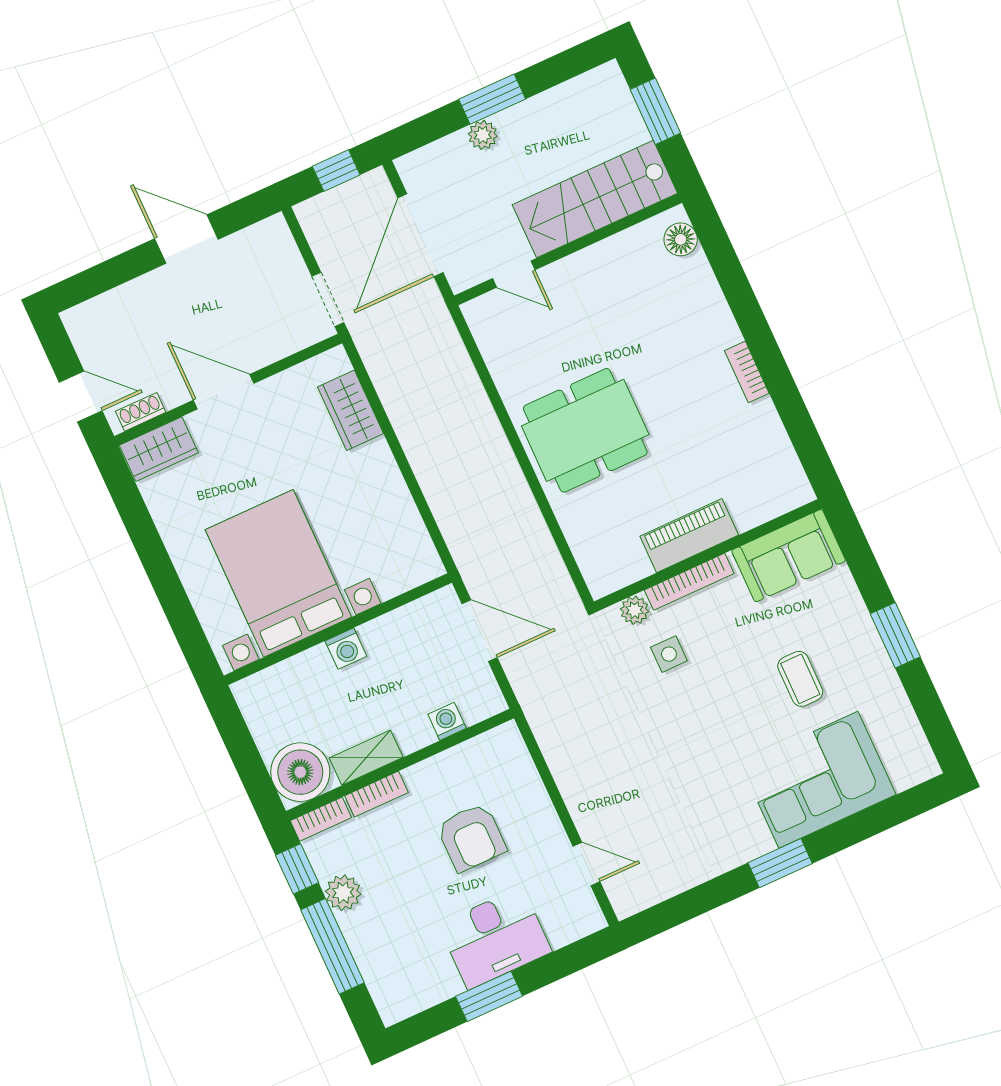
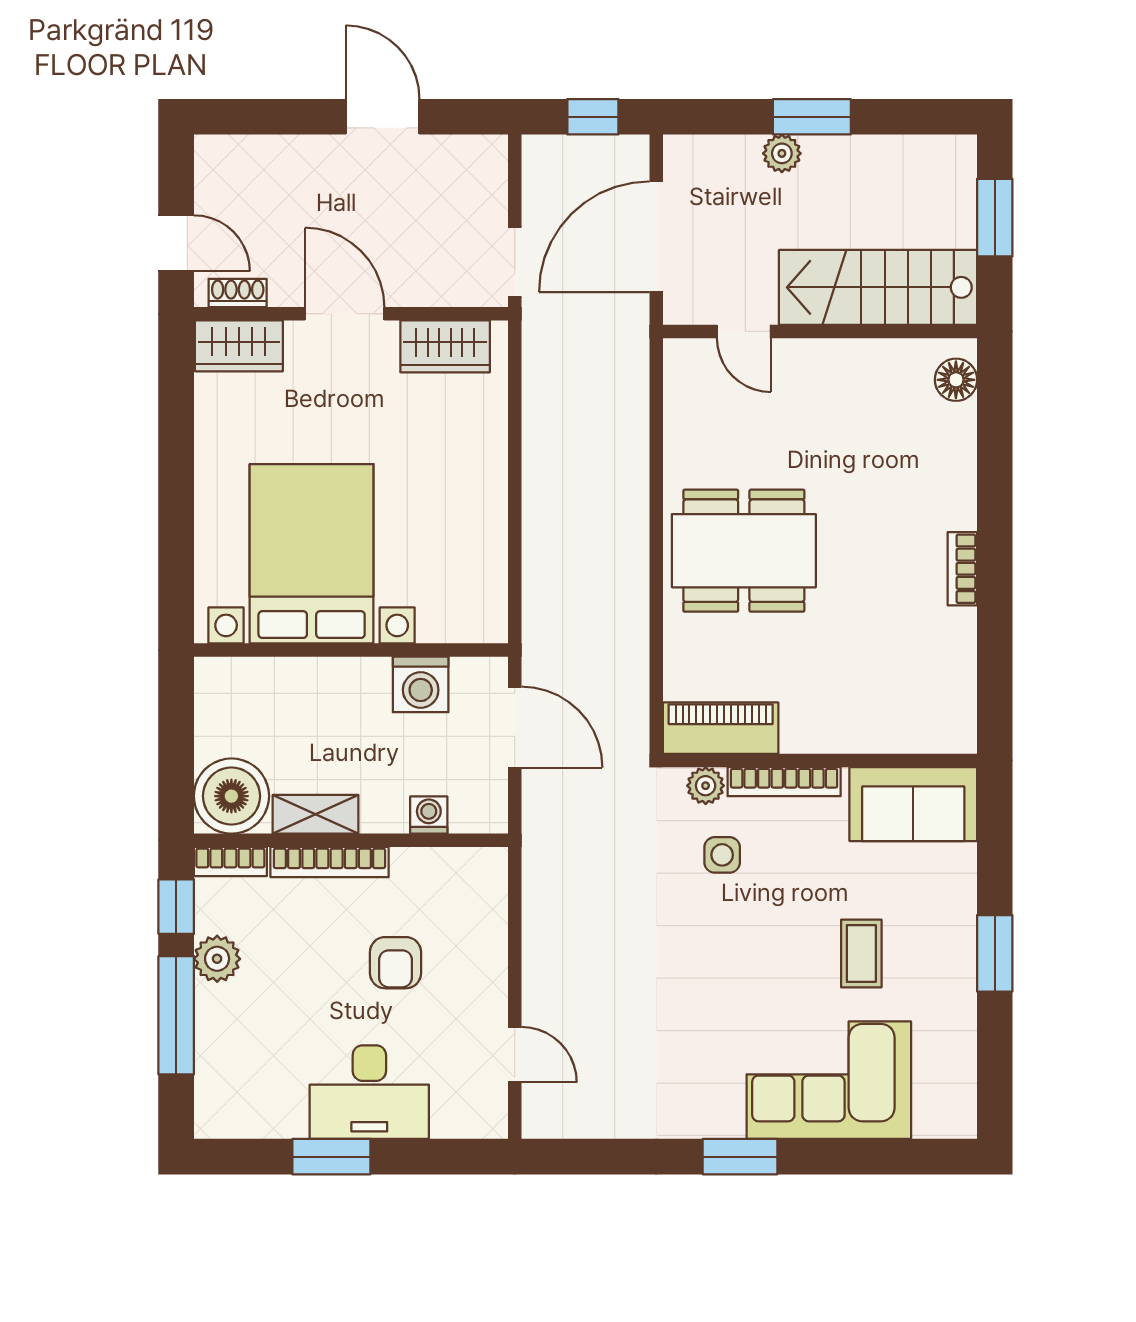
wardrobe: (351, 410) -> (445, 346), moved, turned -90
piano: (689, 536) -> (721, 728), moved
washing machine: (346, 649) -> (421, 684), moved, width x1.38, depth x1.38
bookcase: (376, 794) -> (329, 862), width x1.56
armchair: (471, 837) -> (395, 963), width x0.72, depth x0.72

